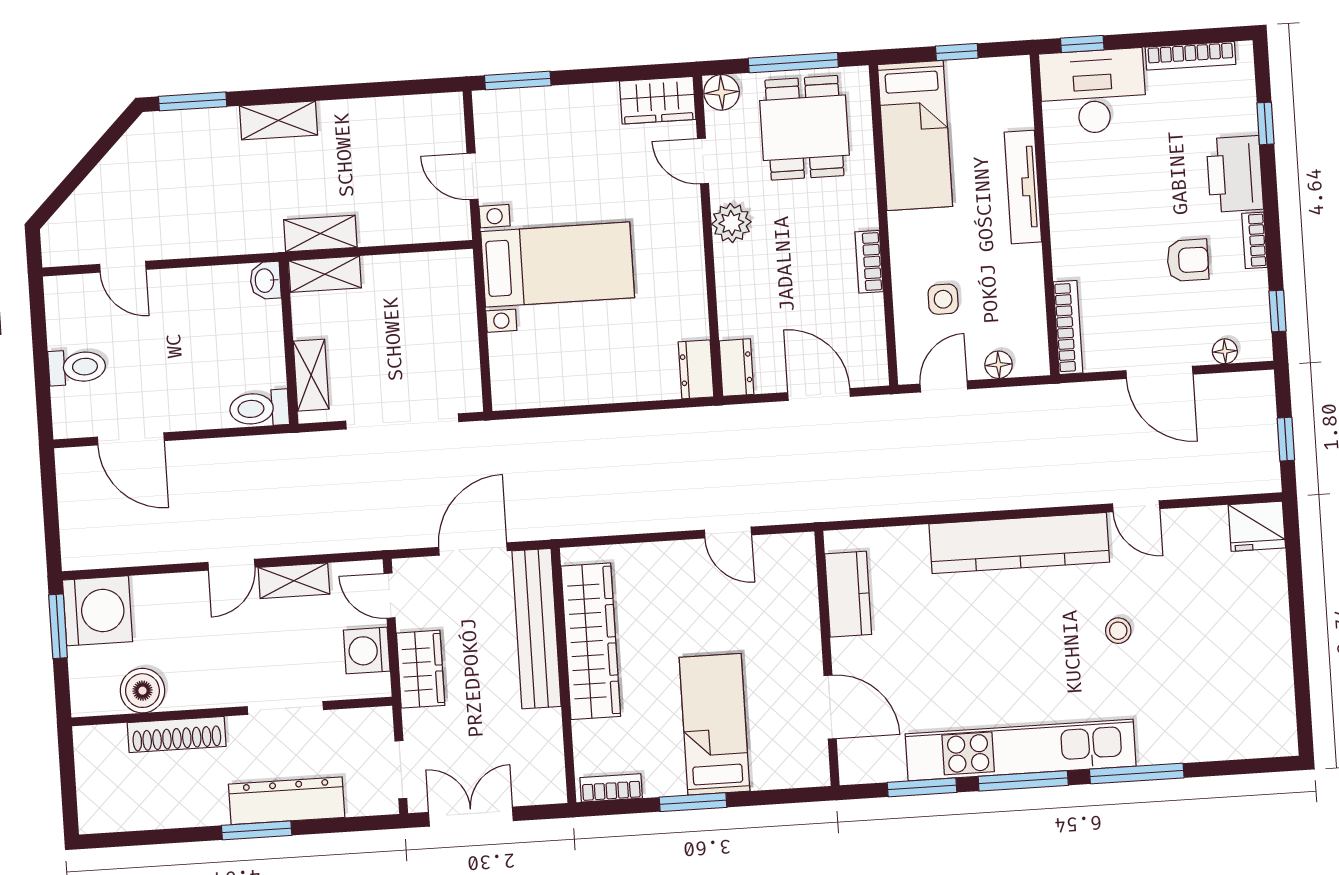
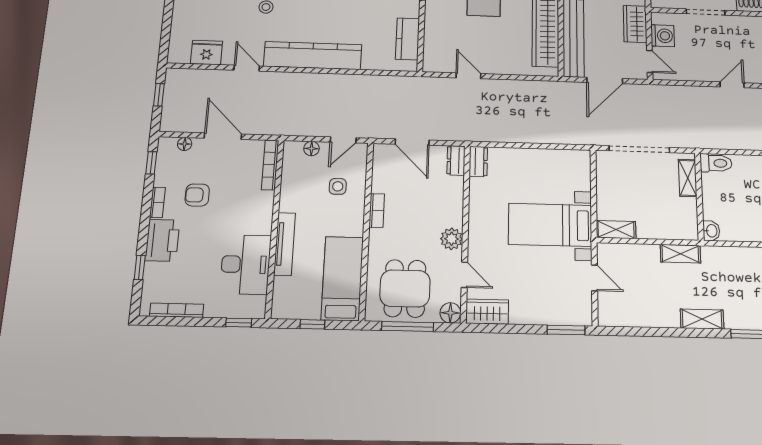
desk: (1093, 92) -> (246, 264), moved, turned -90
shelving: (325, 274) -> (616, 230), moved
fridge: (1257, 526) -> (206, 53), moved
shelving: (294, 581) -> (700, 74), removed

